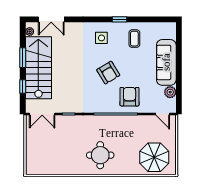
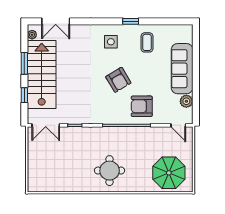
armchair: (130, 97) -> (142, 106), turned -90

